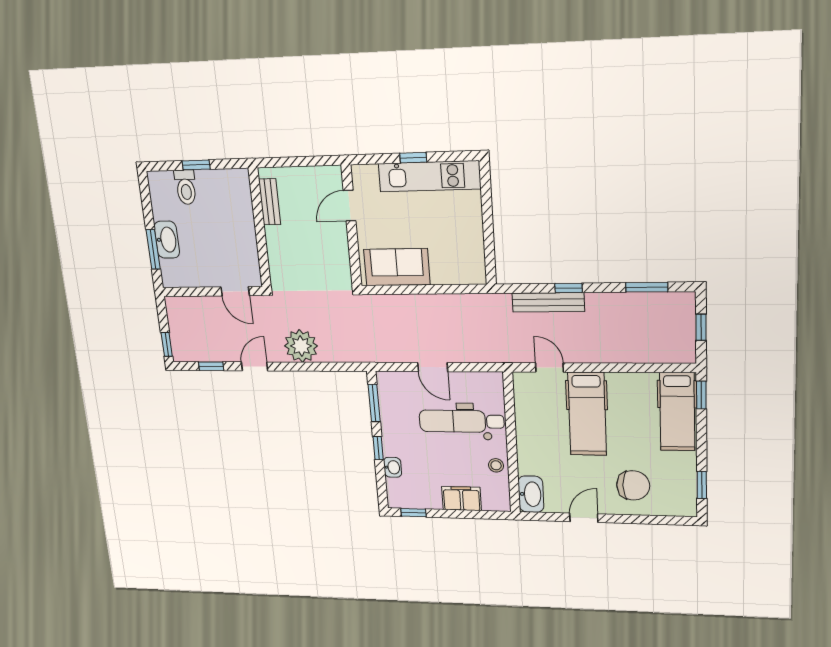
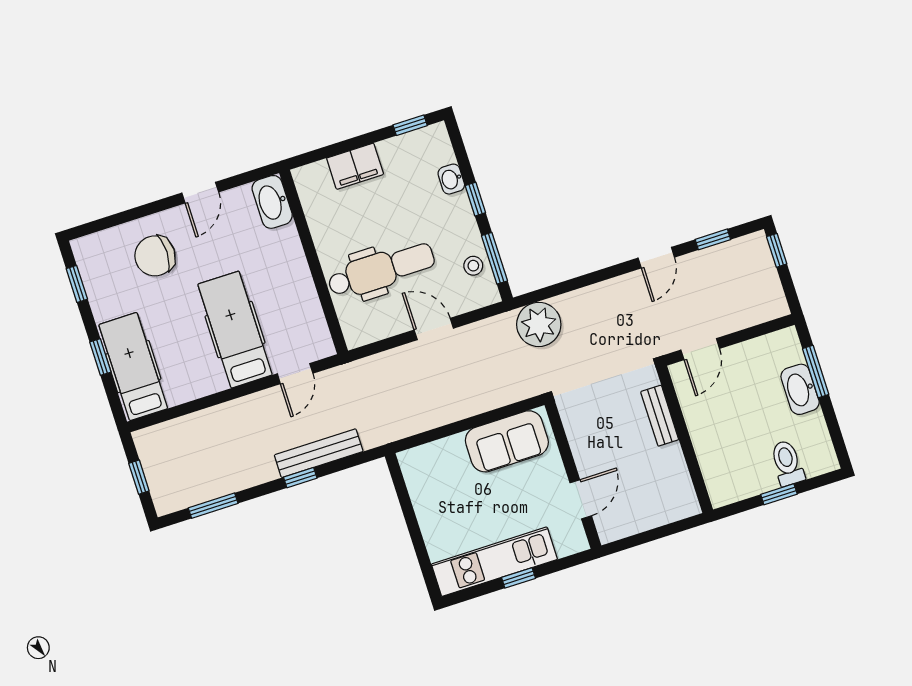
bench: (270, 202) -> (660, 416), moved
door: (235, 291) -> (700, 349), swing flipped
plant: (301, 346) -> (539, 324), moved
door: (549, 367) -> (295, 374), hinge flipped
window: (701, 395) -> (100, 357), moved
stool: (496, 465) -> (473, 266), moved

